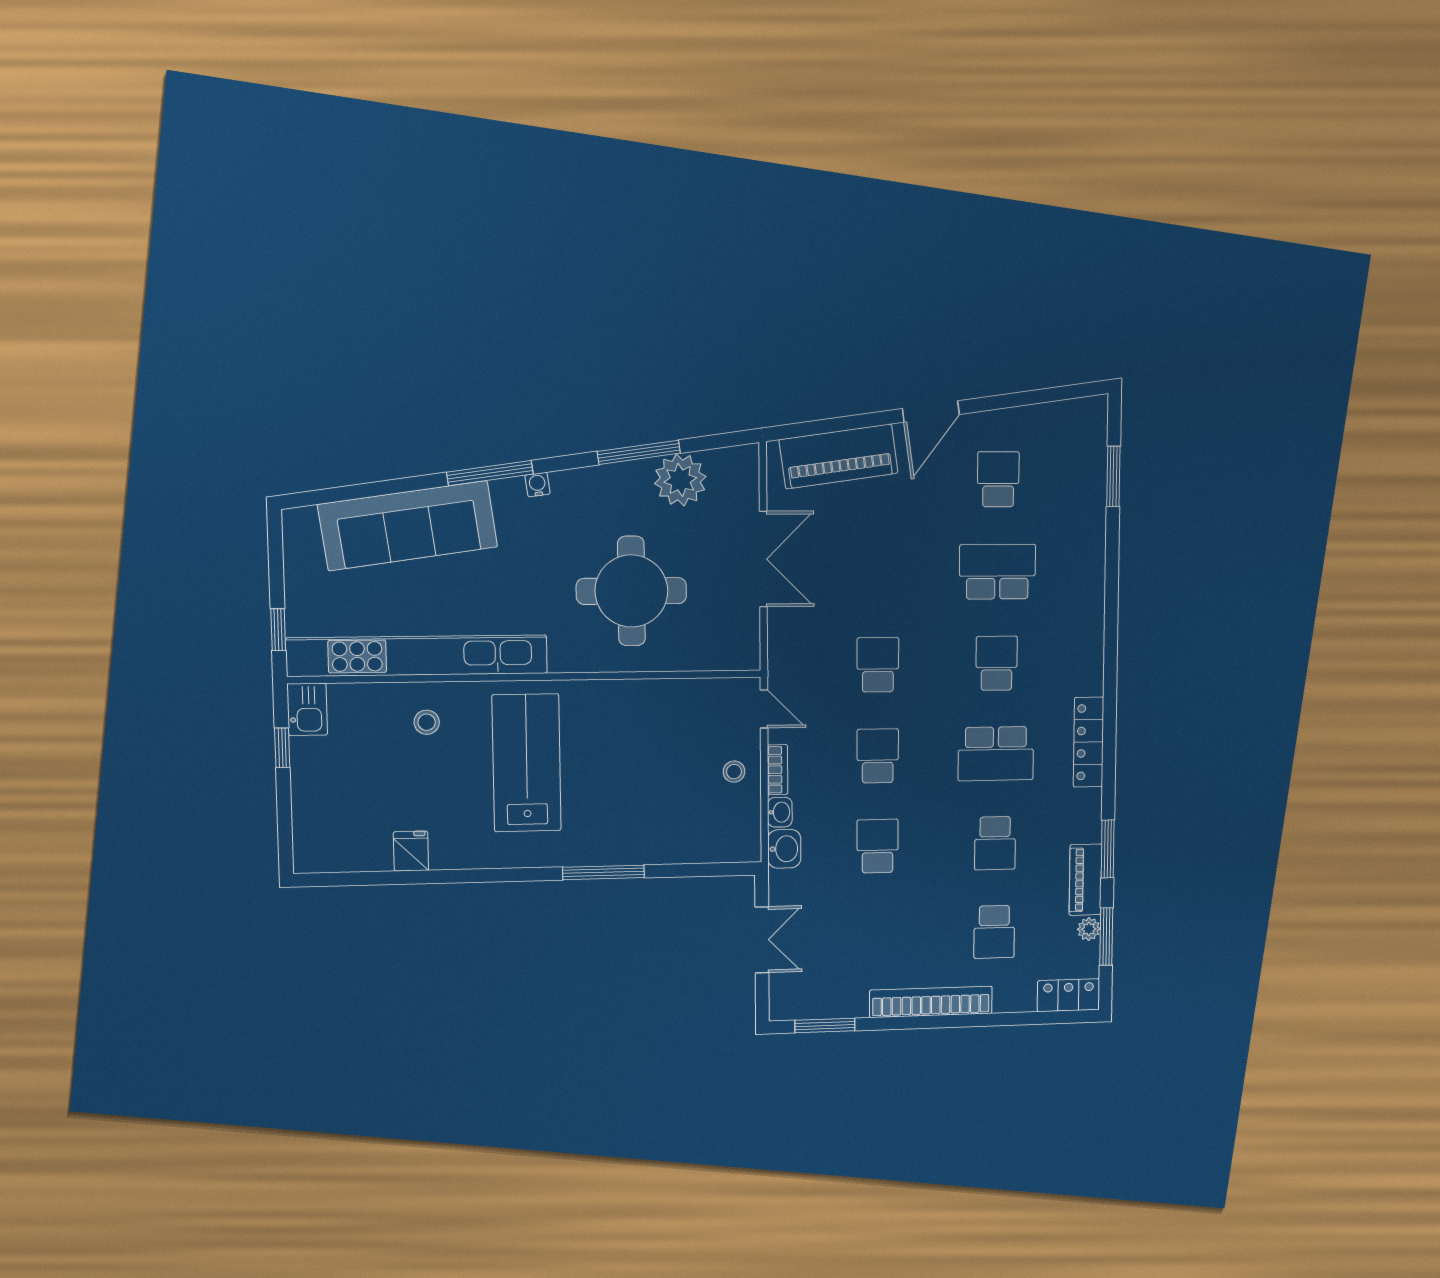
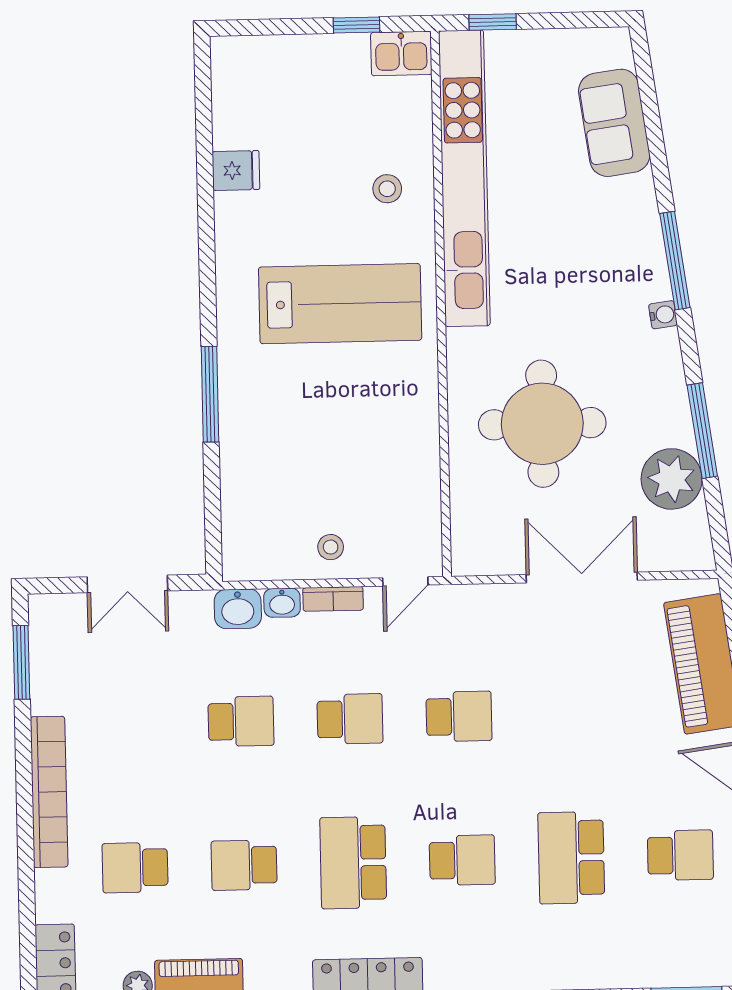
sofa: (408, 526) -> (614, 123), width x0.54, depth x0.79
double door: (763, 559) -> (582, 577), swing flipped
school desk: (997, 572) -> (571, 858), turned 180

